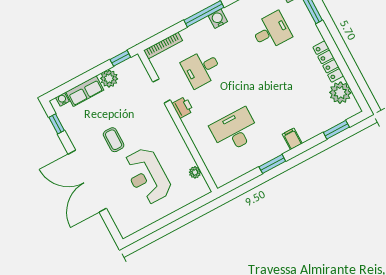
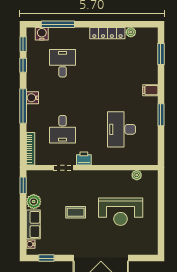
plant: (340, 93) -> (131, 32), width x0.53, depth x0.53
coffee table: (114, 140) -> (76, 212), moved

